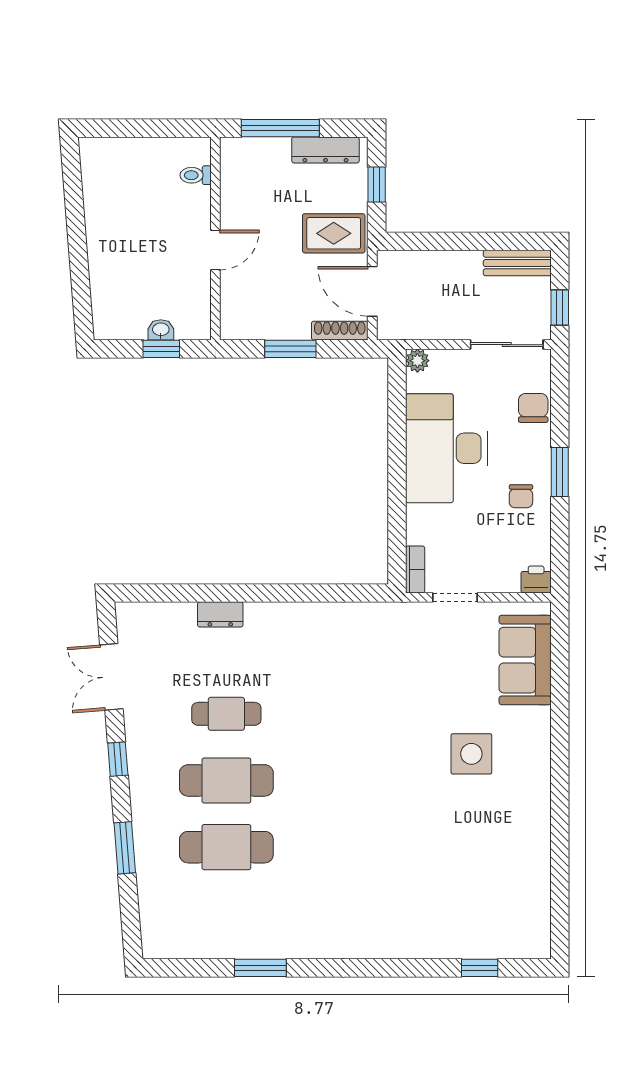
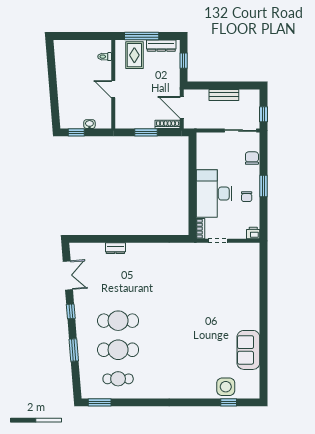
rug: (334, 233) -> (134, 55), moved, turned 90
door: (215, 250) -> (113, 89), swing flipped
bench: (517, 263) -> (224, 95), moved
window: (161, 349) -> (76, 132), moved
plant: (417, 361) -> (201, 137), removed
desk: (447, 448) -> (214, 194), moved
sofa: (525, 660) -> (248, 350), moved
double door: (111, 677) -> (68, 275), swing flipped
cafe table: (226, 714) -> (118, 379), moved
side table: (471, 754) -> (226, 387), moved
window: (260, 968) -> (100, 402), moved

